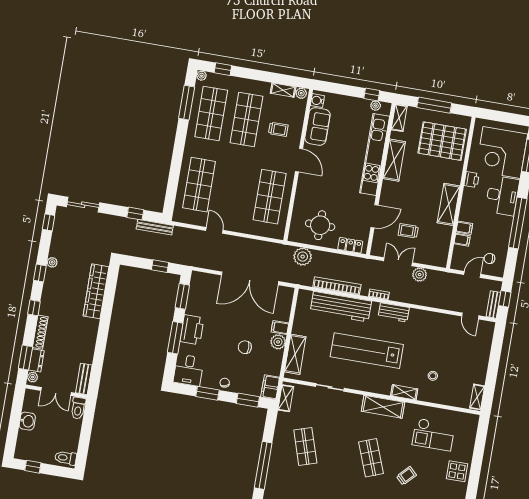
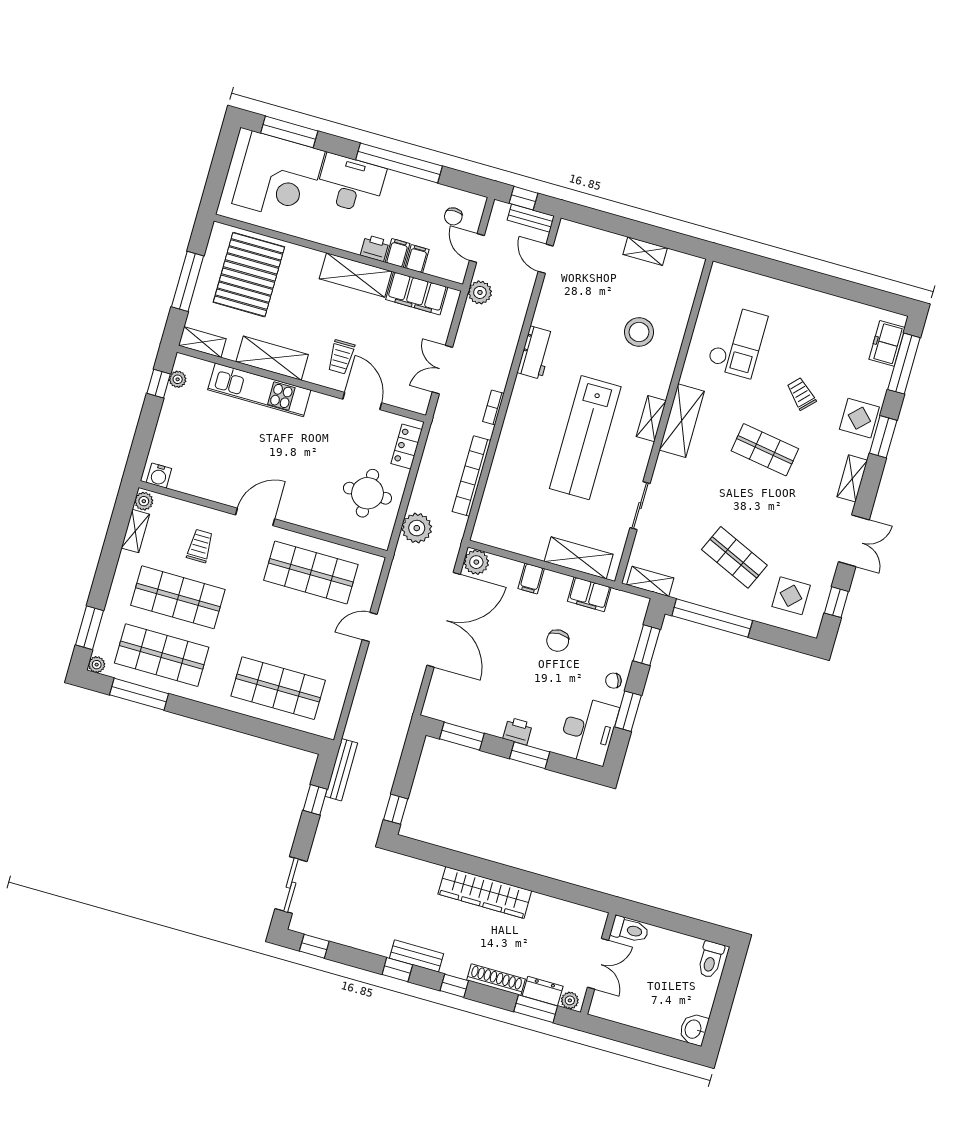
window: (223, 69) -> (89, 628), width x1.50
sofa: (318, 126) -> (202, 480), removed
kitchen unit: (375, 155) -> (259, 390), width x0.73
printer: (472, 180) -> (375, 248), moved
door: (214, 230) -> (370, 627), moved
trolley: (408, 231) -> (341, 357), moved
filing cabinet: (442, 242) -> (417, 293), added
plant: (52, 262) -> (382, 947), removed
window: (160, 266) -> (396, 809), moved
plant: (420, 275) -> (480, 292), moved
wardrobe: (96, 291) -> (485, 892), moved
workbench: (341, 307) -> (507, 473), removed
workbench: (394, 312) -> (536, 353), moved
door: (470, 316) -> (546, 259), swing flipped
printer: (192, 330) -> (518, 731), width x0.53, depth x0.68
window: (175, 338) -> (530, 755), width x0.69
plant: (278, 342) -> (476, 562), moved
desk: (189, 370) -> (588, 731), width x1.37
stool: (433, 376) -> (639, 332), width x1.89, depth x1.89
bench: (84, 379) -> (417, 956), moved
filing cabinet: (270, 387) -> (589, 594), moved
shelving: (404, 392) -> (651, 419), moved
shelving: (477, 397) -> (645, 251), moved
washbasin: (27, 421) -> (694, 1029), moved, turned -90
shop shelf: (305, 447) -> (734, 557), turned 42
shop shelf: (371, 458) -> (765, 450), turned 30
window: (263, 465) -> (712, 618), moved
window: (33, 467) -> (719, 1016), removed
display table: (457, 471) -> (791, 596), moved

